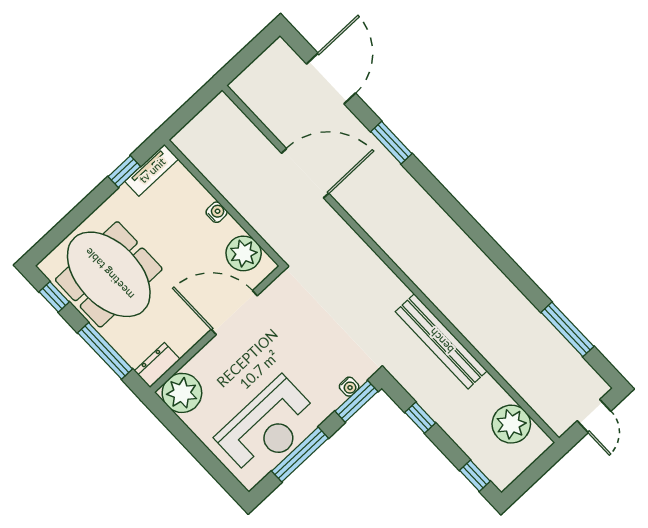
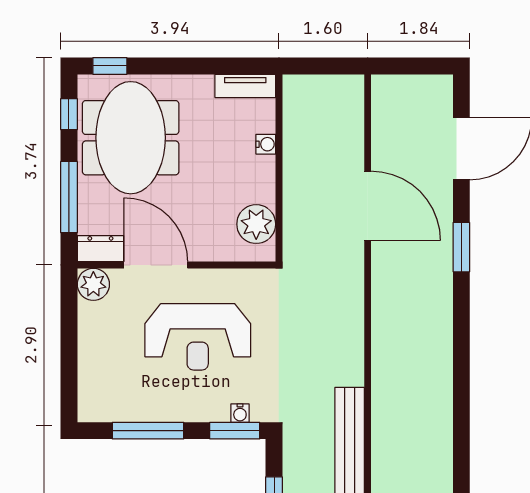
window: (124, 171) -> (110, 66), moved
water cooler: (217, 212) -> (266, 144), moved
door: (234, 313) -> (156, 265), moved
plant: (182, 393) -> (93, 284), width x0.73, depth x0.73
reception desk: (268, 427) -> (198, 337), moved

